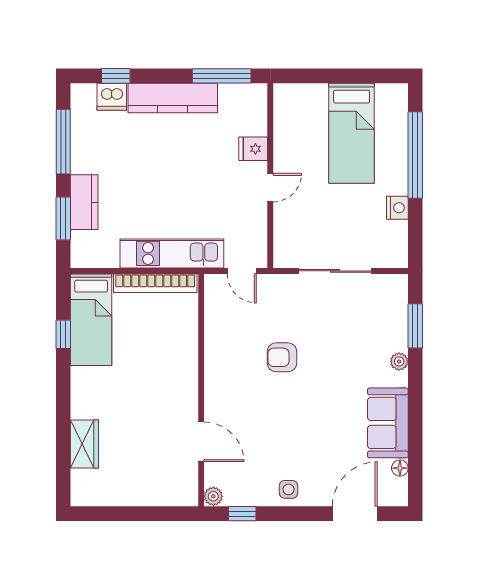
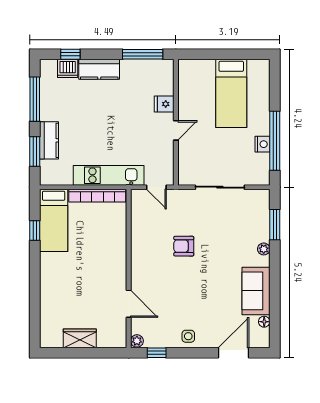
kitchen counter: (173, 98) -> (99, 69), width x0.67
window: (415, 155) -> (275, 141), moved
wardrobe: (84, 444) -> (80, 338), moved, turned -90

